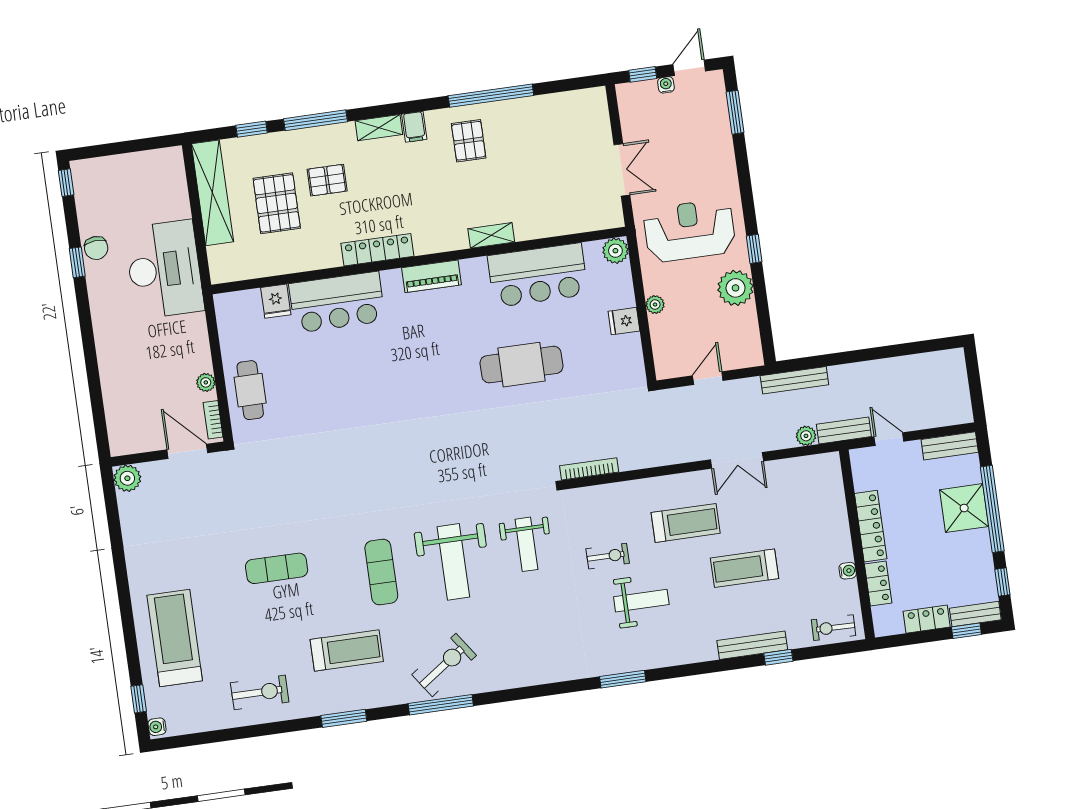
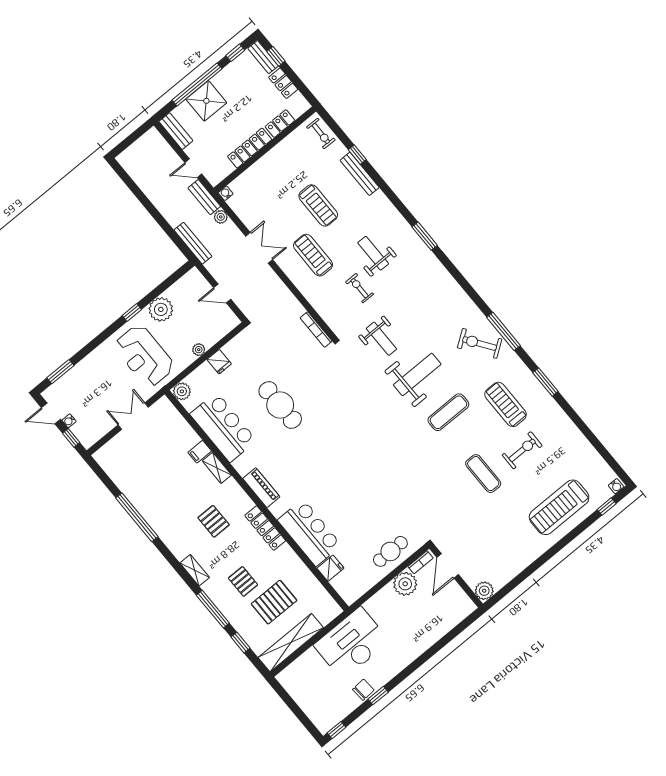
filing cabinet: (414, 127) -> (200, 452), moved, turned 180
pallet: (469, 141) -> (214, 521), moved, turned 90
plant: (206, 382) -> (405, 584), width x1.88, depth x1.88
door: (889, 439) -> (193, 168), hinge flipped
weight bench: (526, 544) -> (381, 339), turned 90
water cooler: (848, 571) -> (226, 193), moved
exercise bike: (260, 692) -> (522, 450), moved, turned 90

